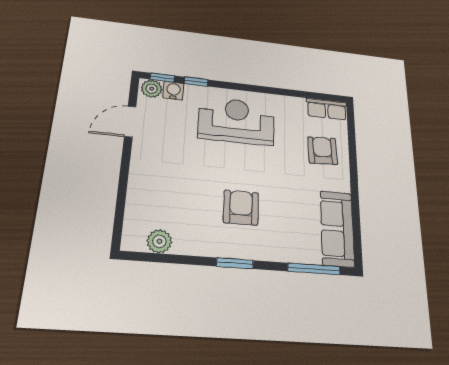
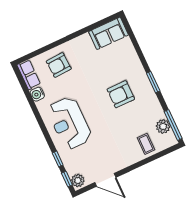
water cooler: (173, 91) -> (37, 94), moved
coffee table: (148, 203) -> (146, 144), added
sofa: (337, 229) -> (108, 33), width x0.73
window: (314, 269) -> (173, 125), moved

